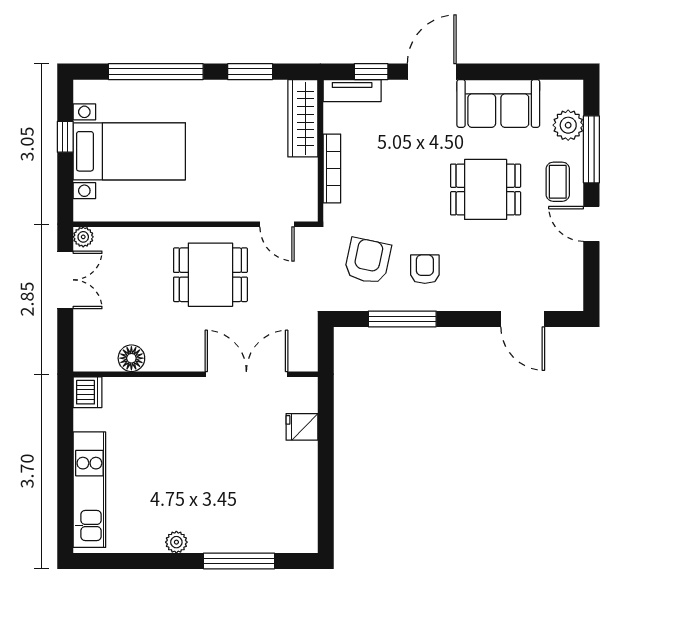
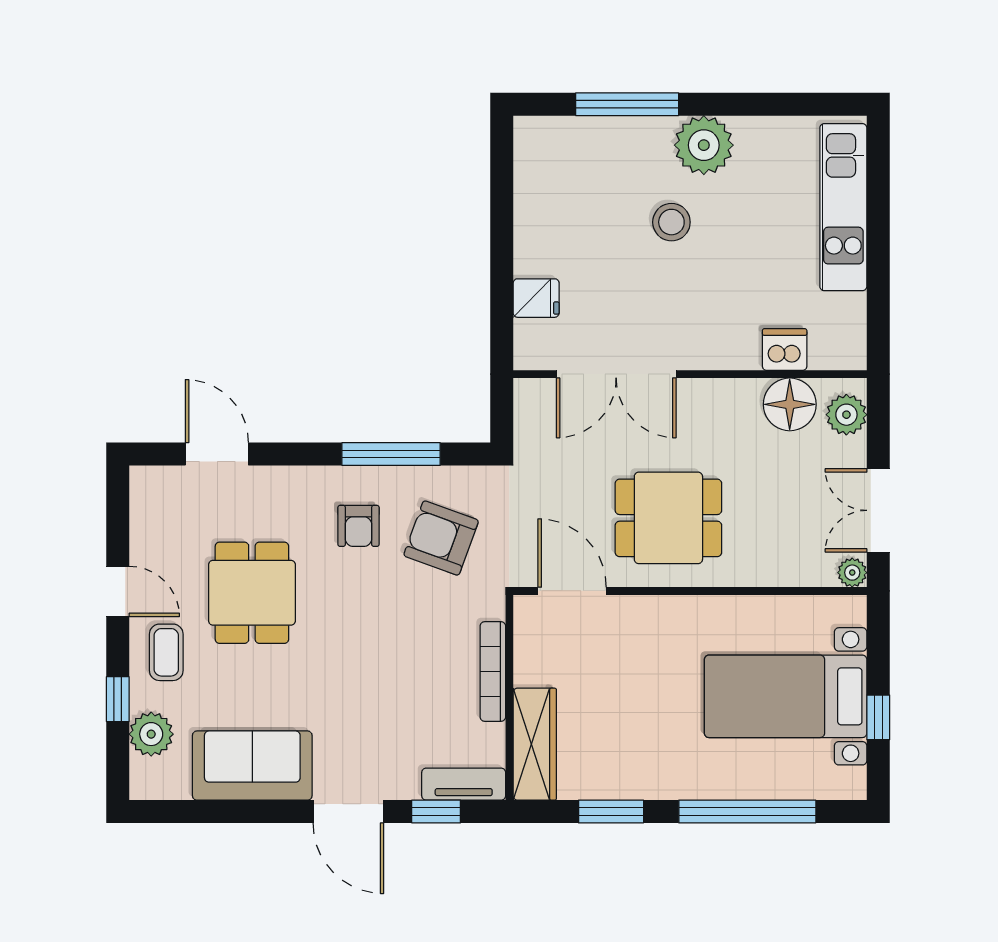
door: (432, 72) -> (348, 812), hinge flipped
window: (591, 149) -> (118, 699), width x0.46
dining table: (486, 189) -> (252, 593), moved, turned 90
door: (277, 224) -> (572, 591), width x1.38
armchair: (368, 261) -> (441, 538), turned 98
plant: (87, 346) -> (846, 415), added
floor lamp: (131, 358) -> (790, 404), width x1.38, depth x1.38
dishwasher: (88, 392) -> (785, 350), moved, turned 90
stool: (208, 479) -> (671, 222), added
plant: (176, 542) -> (704, 145), width x1.88, depth x1.88

